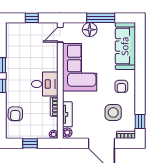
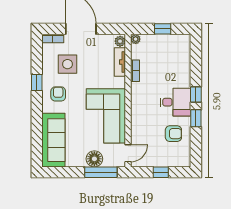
window: (101, 18) -> (101, 172), moved
desk: (45, 84) -> (176, 102), moved, turned 180
armchair: (15, 114) -> (173, 134), moved, turned 88
window: (140, 121) -> (37, 82), moved

